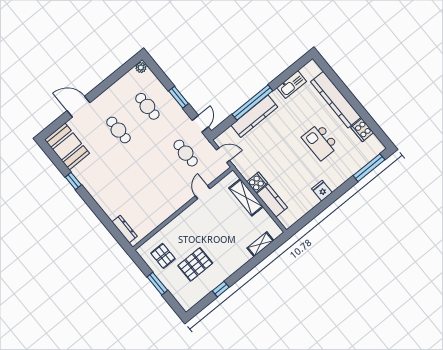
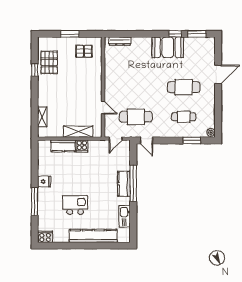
window: (179, 97) -> (192, 140), moved
kitchen counter: (254, 116) -> (124, 184), width x0.67
cafe table: (118, 130) -> (184, 87), width x1.37, depth x1.35
cooker: (362, 130) -> (45, 237), moved
booth: (67, 146) -> (168, 47), moved
cafe table: (186, 153) -> (136, 117), width x1.37, depth x1.35
window: (56, 160) -> (197, 34), added
window: (369, 168) -> (35, 202), moved
pallet: (195, 264) -> (49, 62), moved

